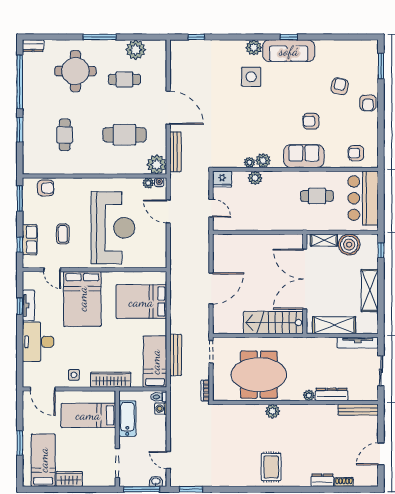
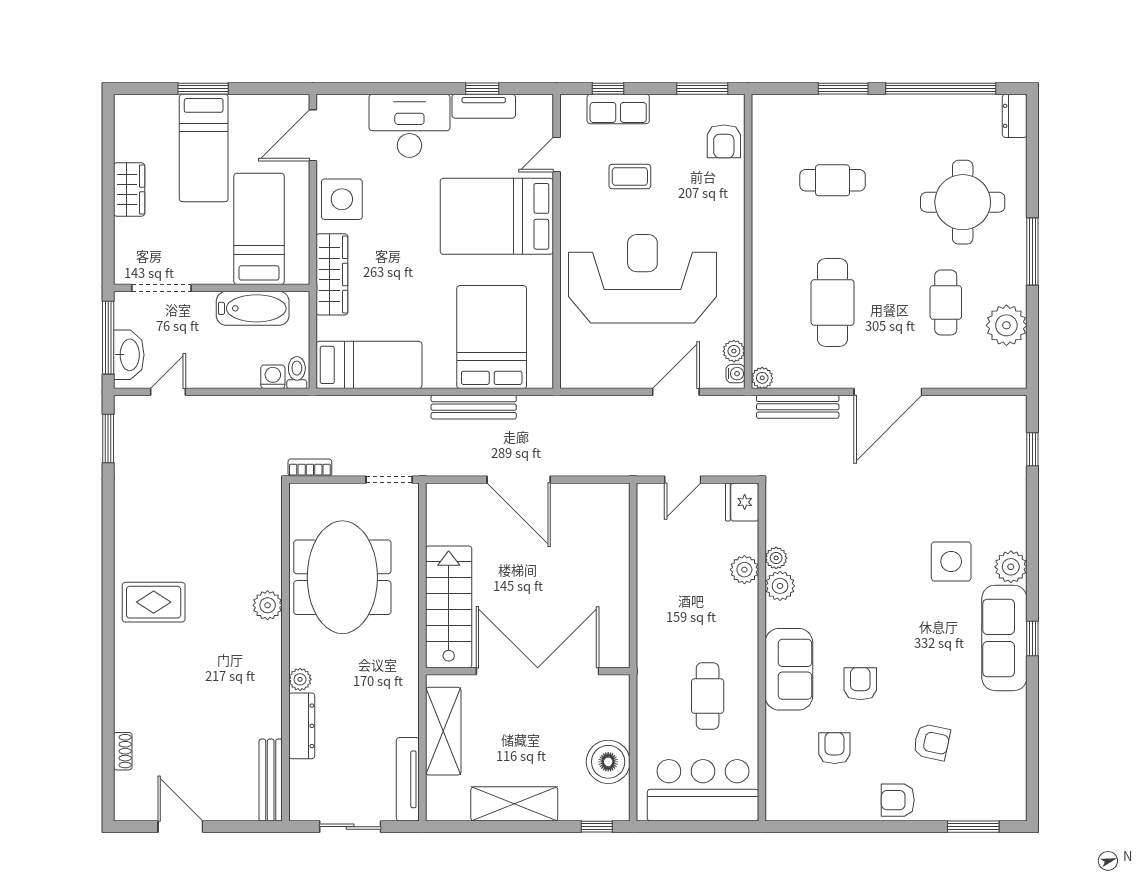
armchair: (356, 153) -> (834, 748), moved
plant: (157, 165) -> (762, 378), width x0.53, depth x0.53
reception desk: (113, 228) -> (642, 279), turned 180
shelving: (324, 240) -> (618, 710), removed
bench: (176, 355) -> (474, 407), moved
side table: (74, 375) -> (342, 199), width x1.87, depth x1.87
bed: (43, 460) -> (204, 148), moved, turned 90
dresser: (322, 480) -> (127, 707), removed
washbasin: (156, 481) -> (129, 355), width x1.91, depth x1.45

